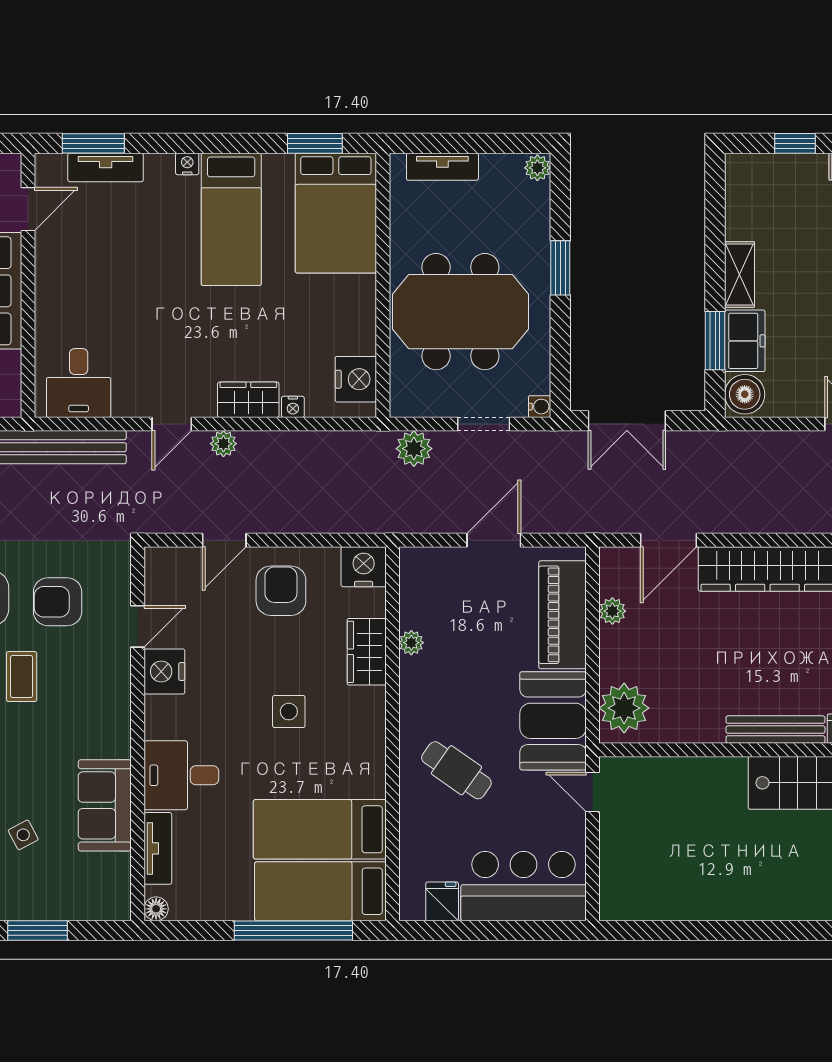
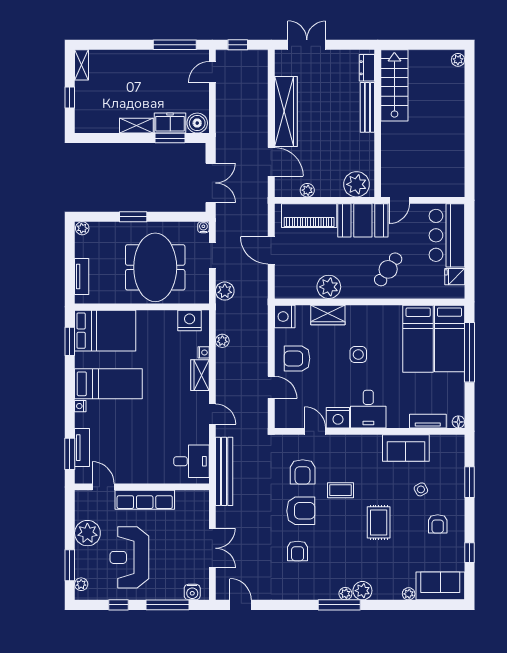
plant: (223, 444) -> (222, 341), moved
plant: (411, 643) -> (329, 287), width x1.87, depth x1.87
desk: (181, 775) -> (368, 409), moved

